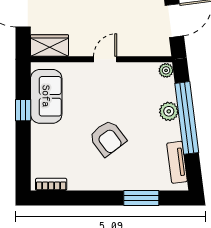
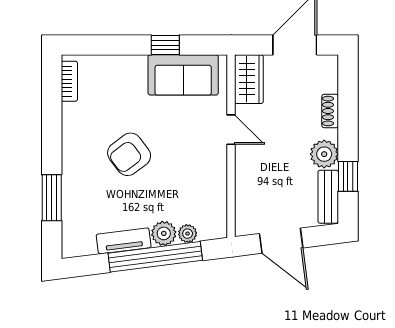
door: (105, 59) -> (231, 130), moved
plant: (166, 70) -> (188, 234), moved
tv unit: (177, 162) -> (124, 241), moved

